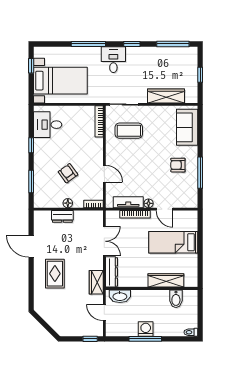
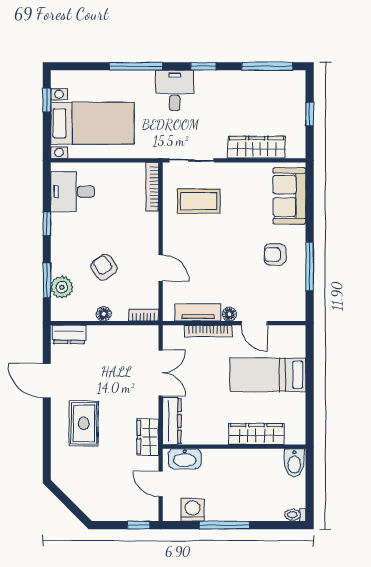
plant: (41, 186) -> (62, 287), added
dresser: (62, 216) -> (69, 334), moved
bidet: (176, 299) -> (294, 463), moved
washing machine: (146, 329) -> (192, 510), moved

